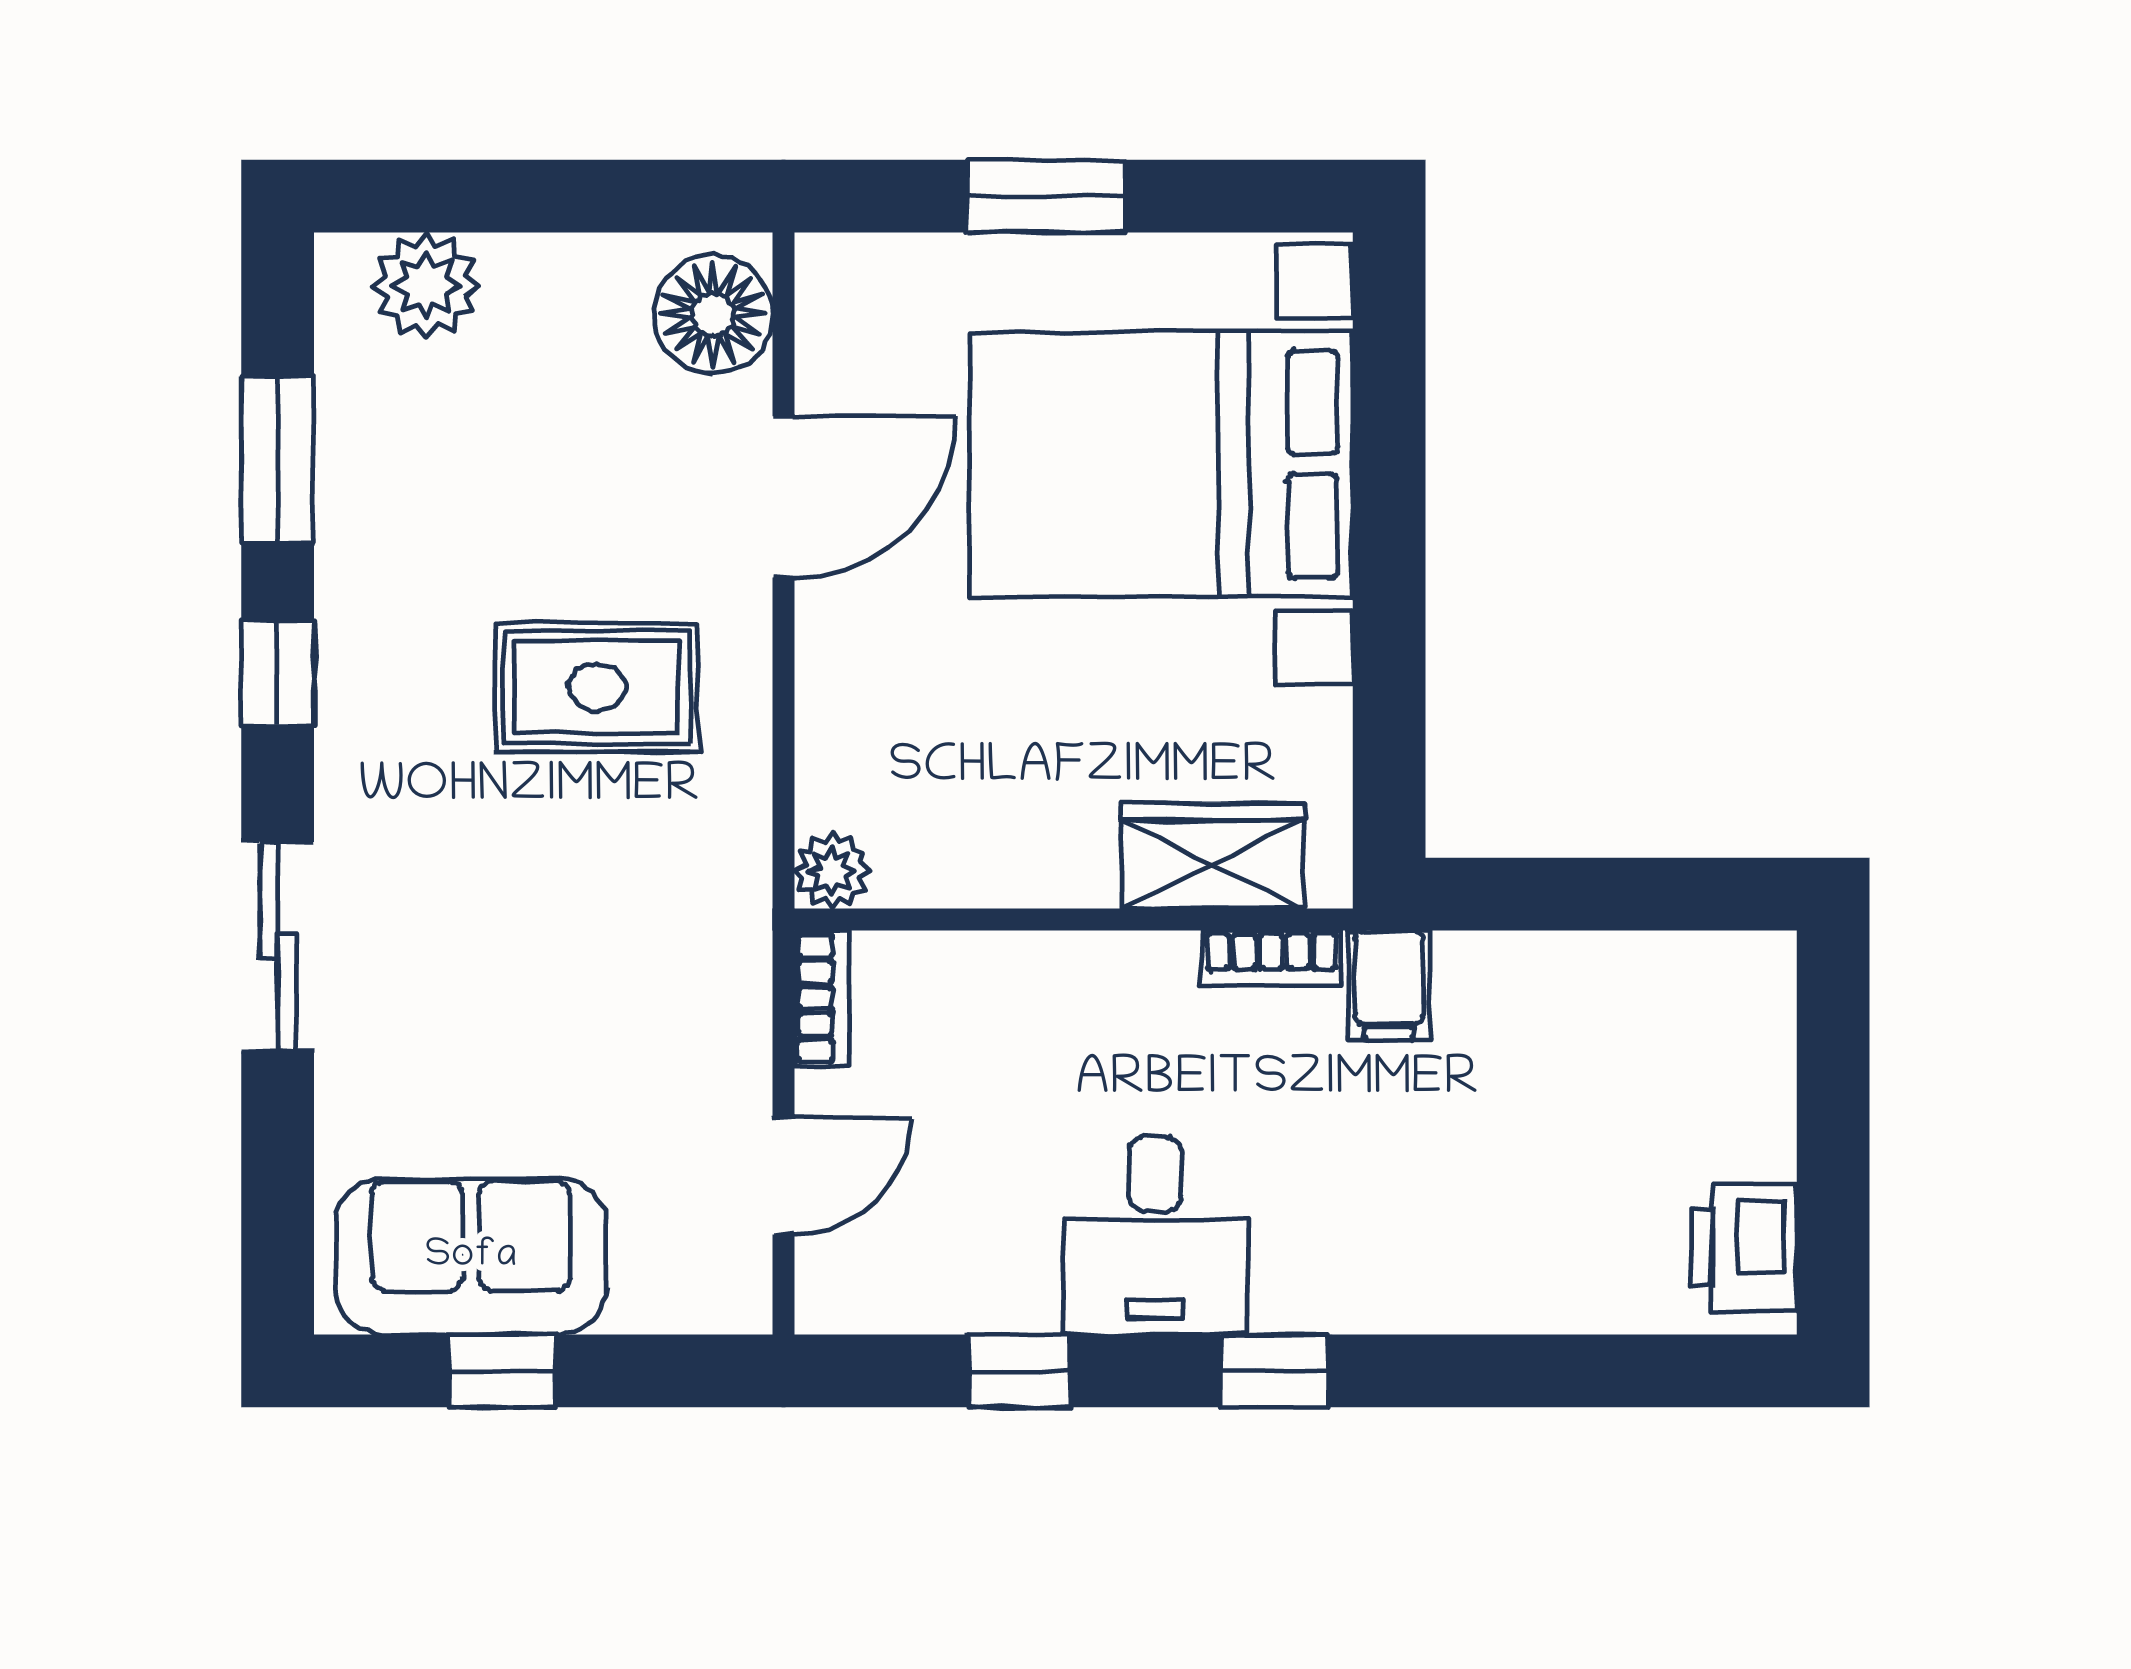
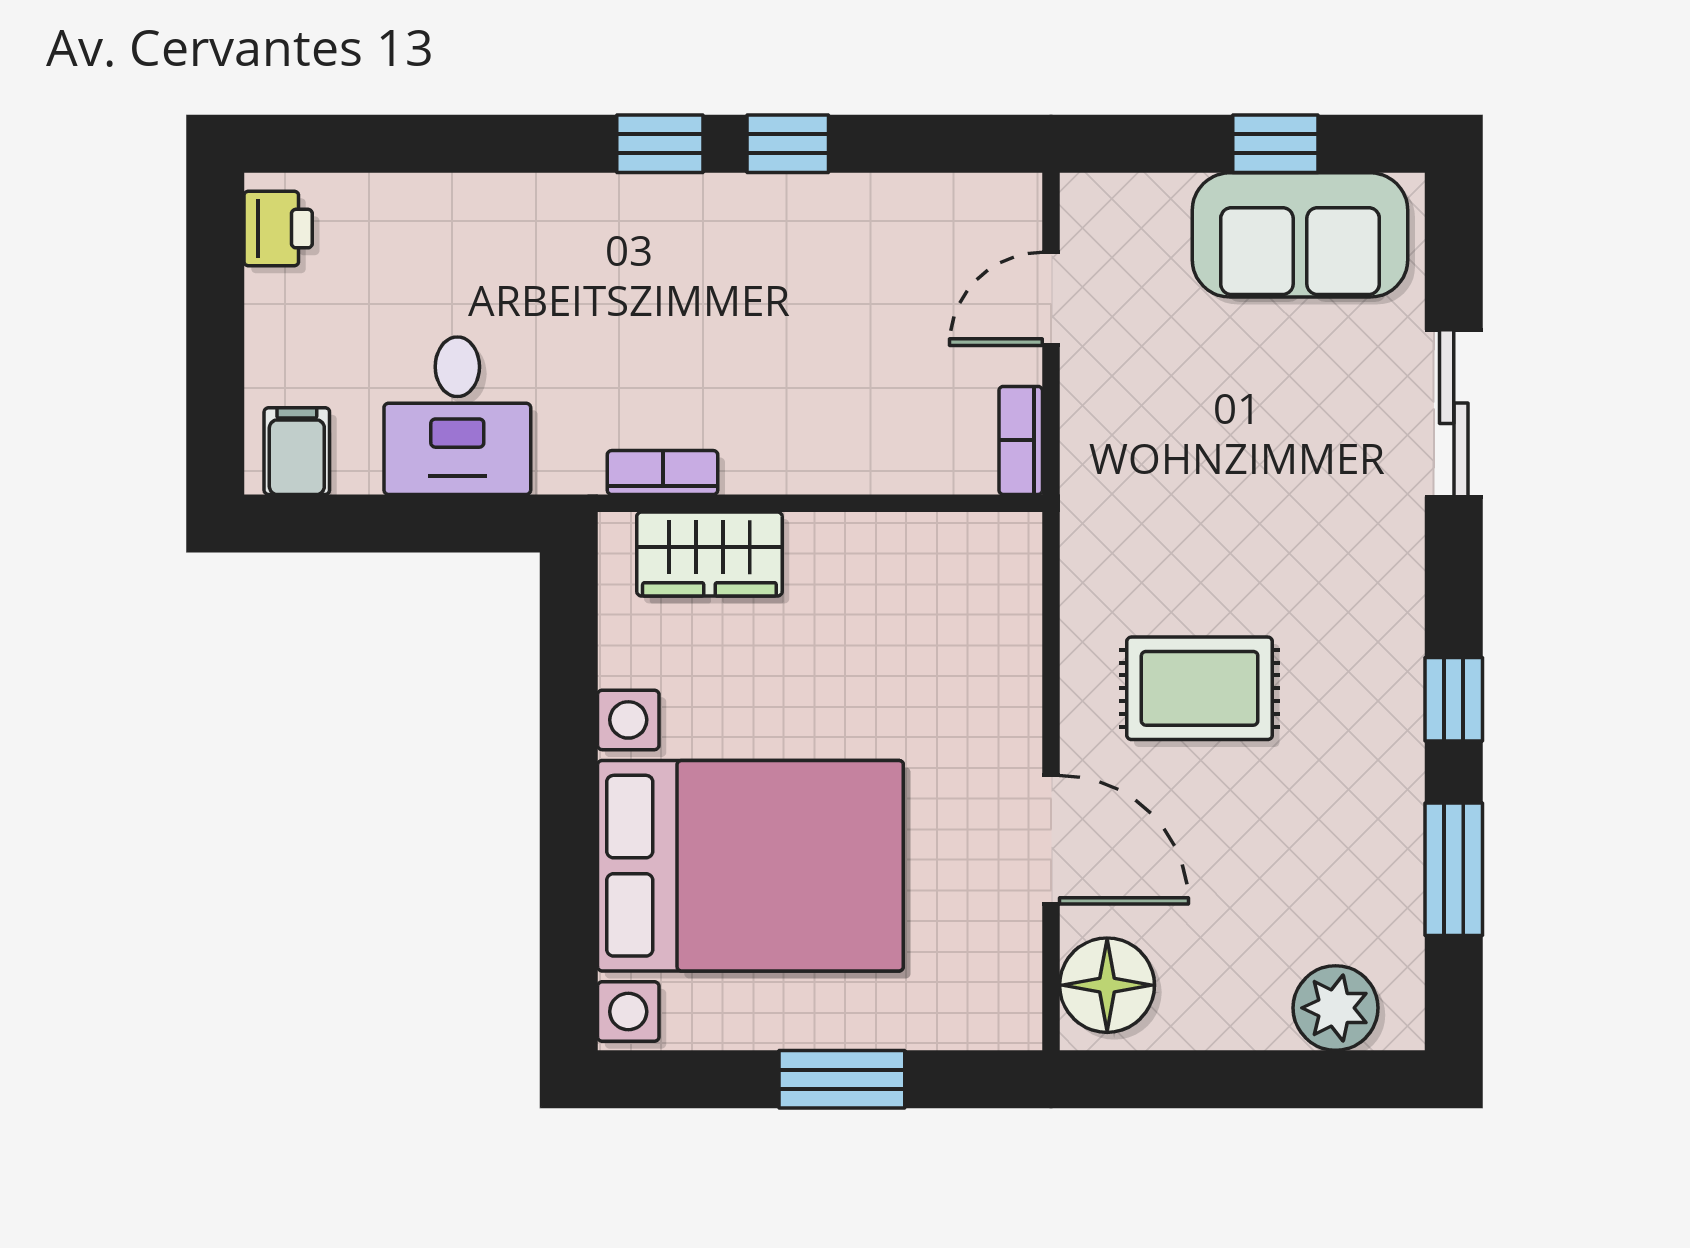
door: (783, 497) -> (1051, 840), swing flipped
plant: (832, 871) -> (1012, 542), removed
sliding door: (278, 947) -> (1454, 413), moved
filing cabinet: (1389, 985) -> (297, 451), moved
desk: (1155, 1236) -> (457, 416), moved, turned 180
printer: (1744, 1247) -> (278, 229), width x0.73, depth x0.81
window: (1020, 1371) -> (788, 144), moved

